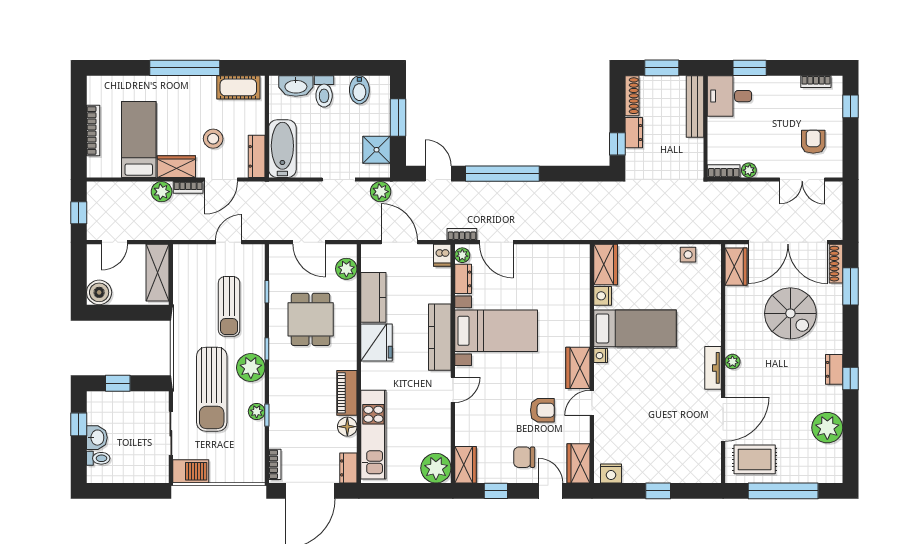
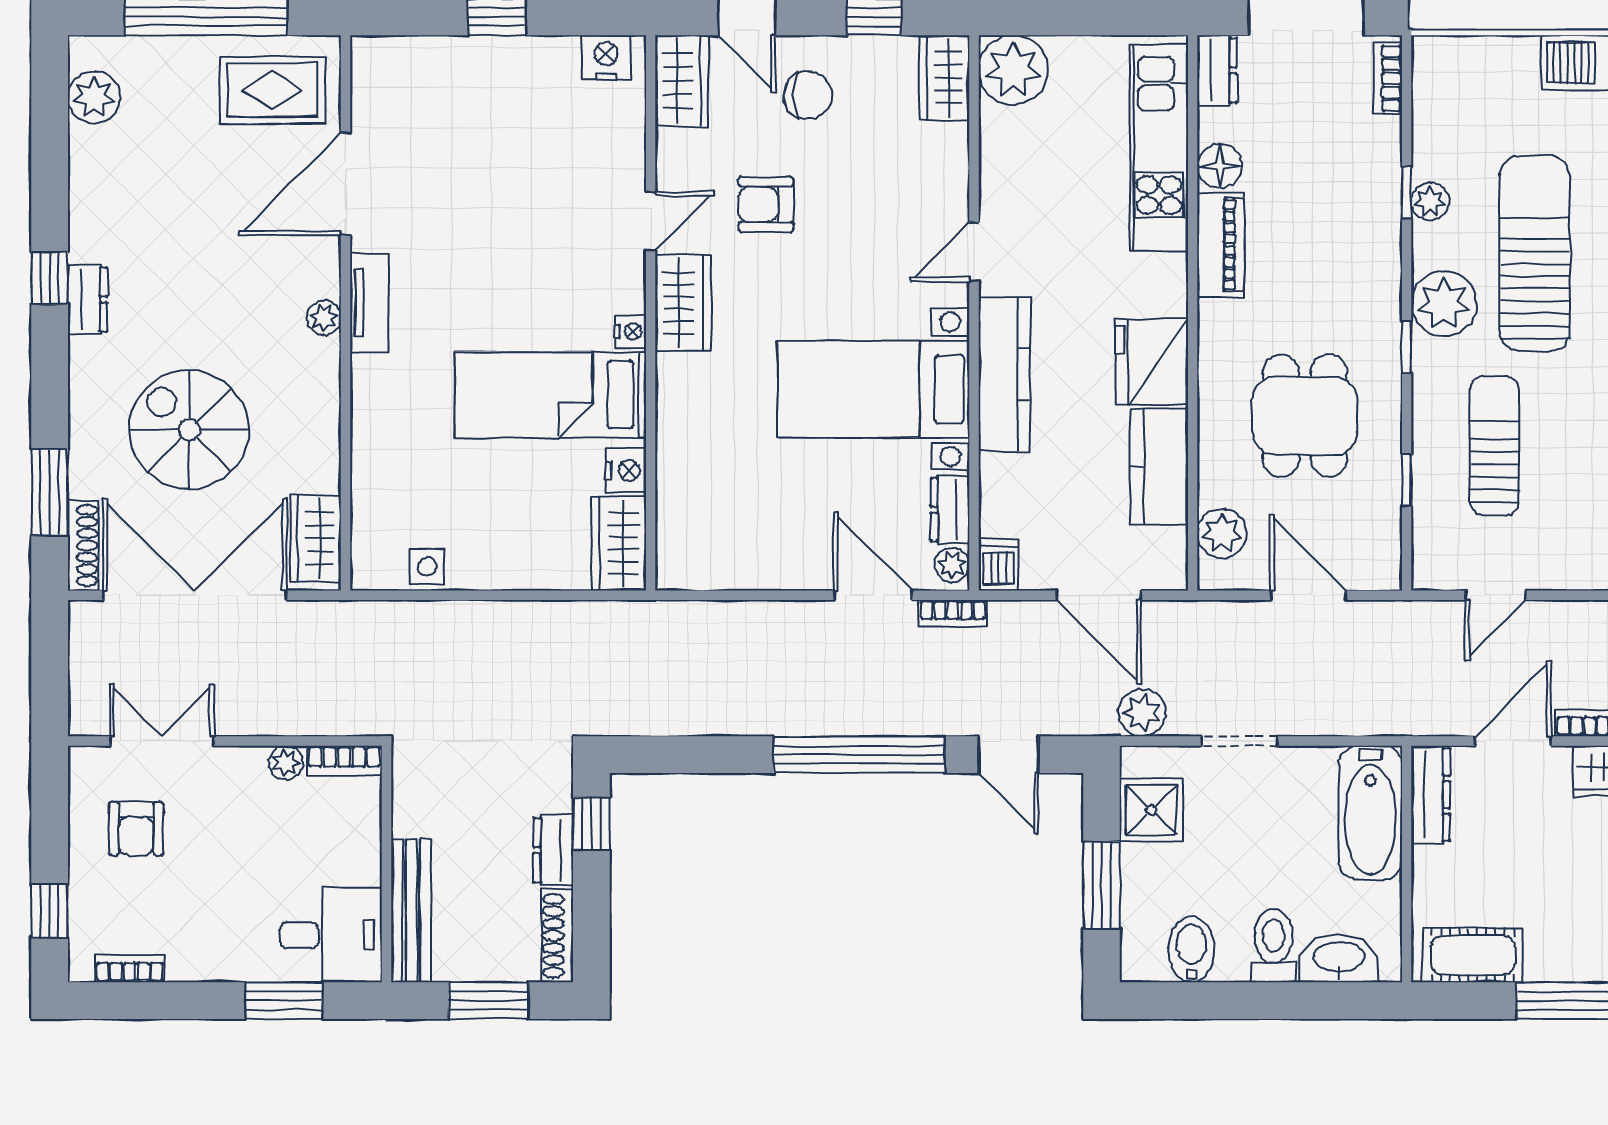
stool: (213, 139) -> (1531, 836), removed
plant: (827, 428) -> (94, 97), moved, width x0.73, depth x0.73

